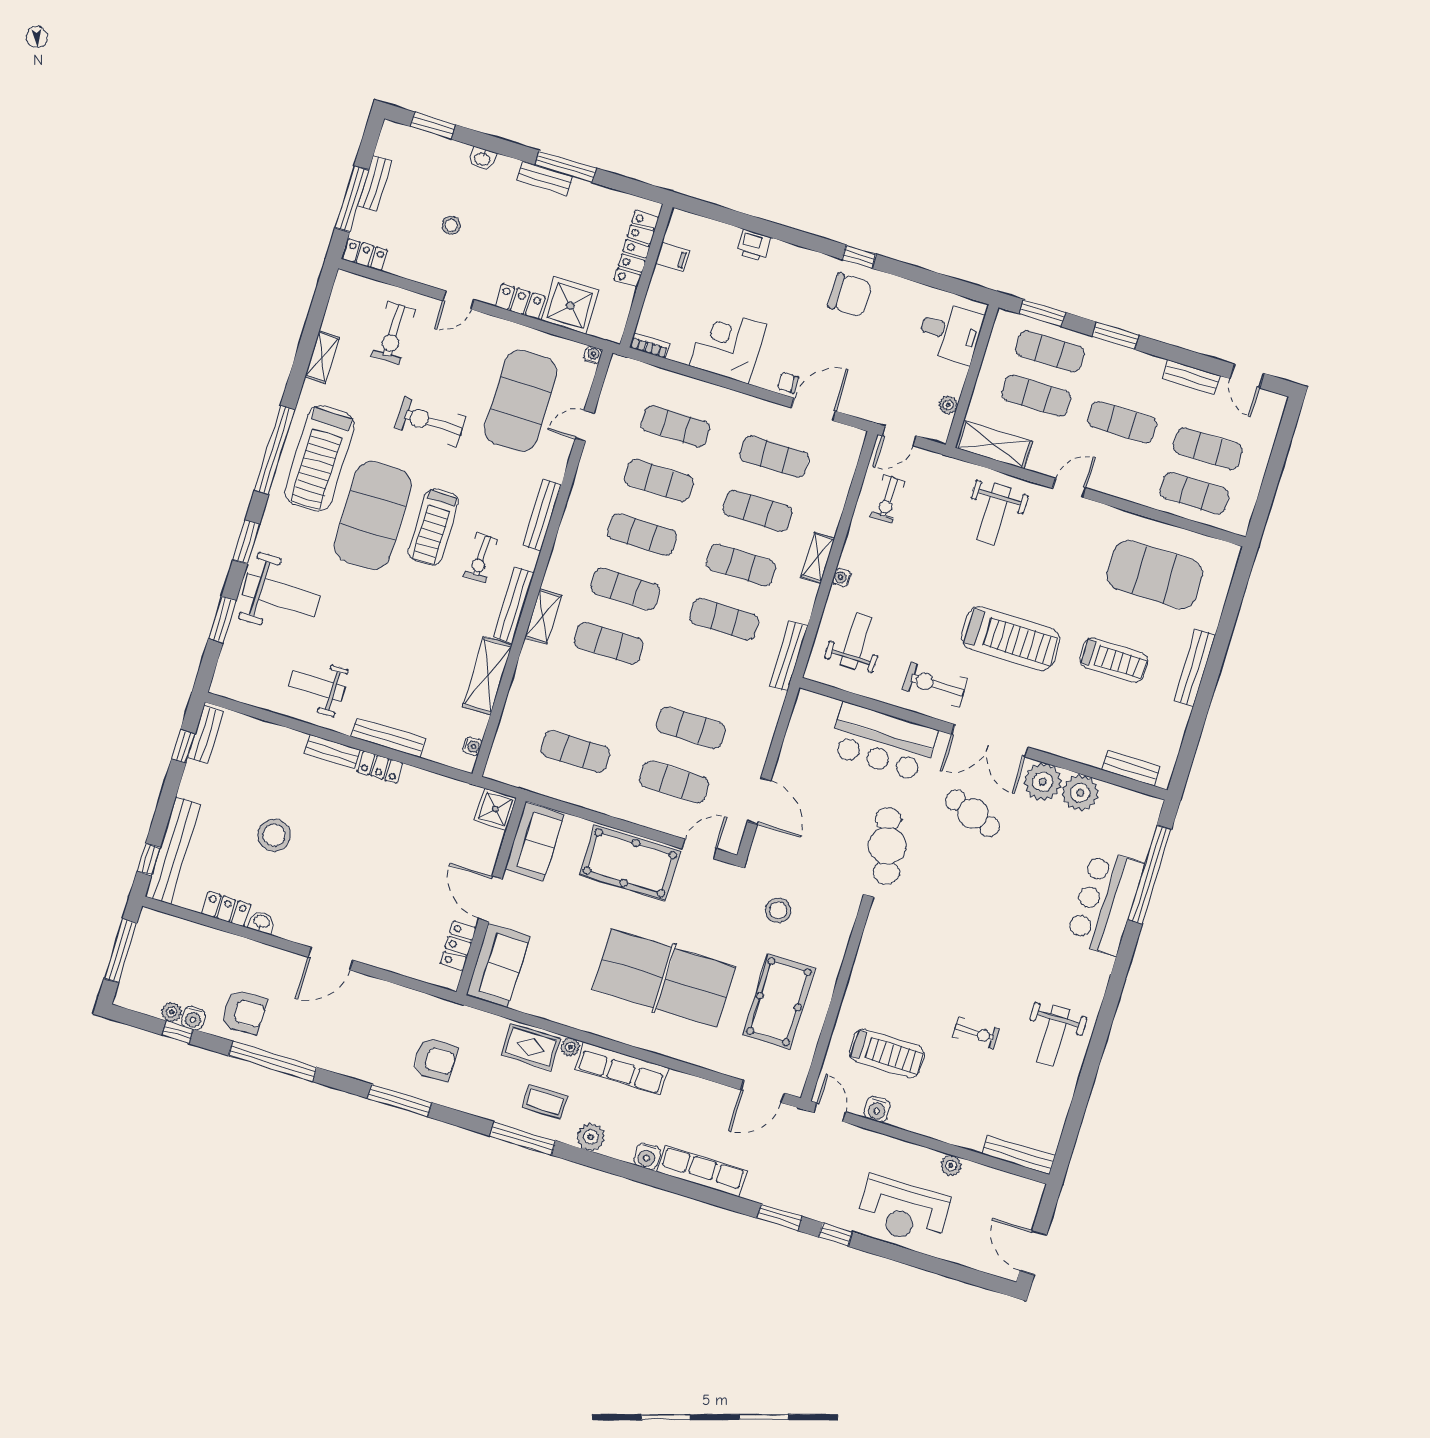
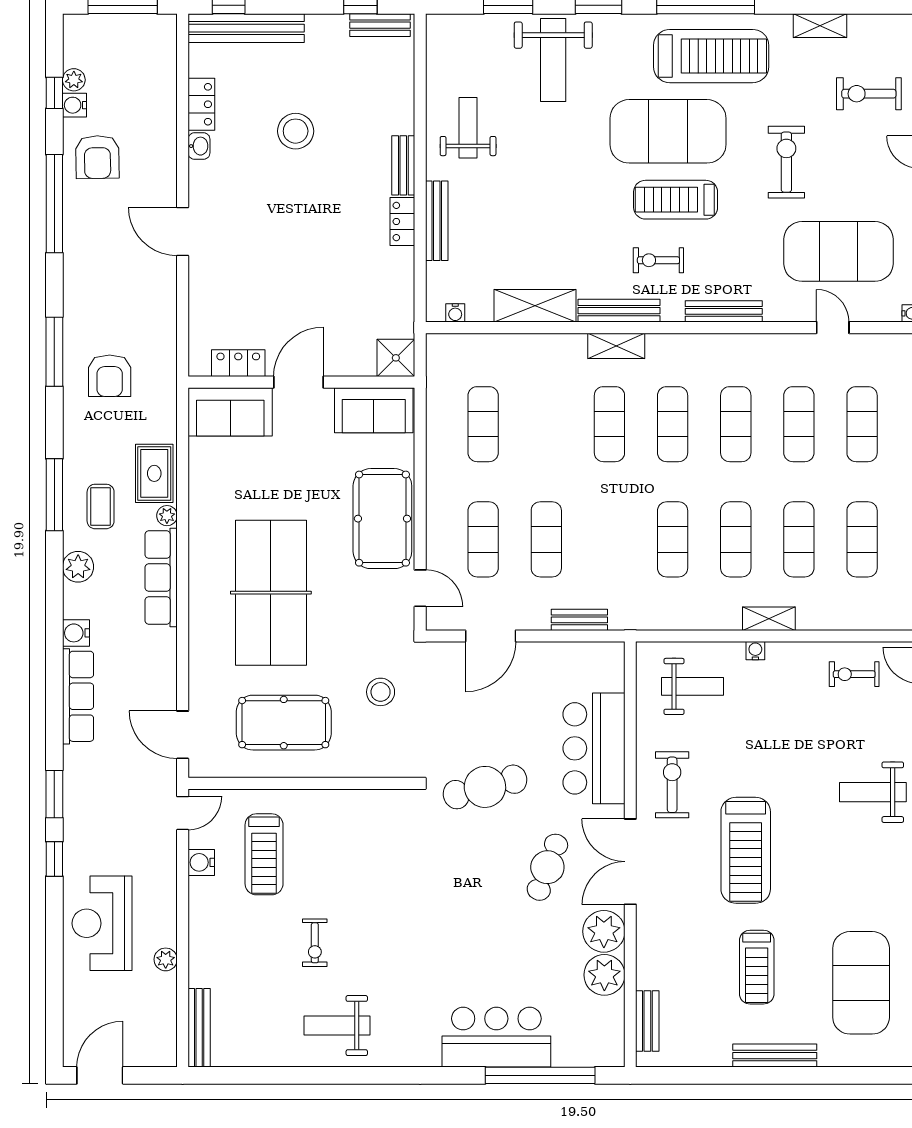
treadmill: (319, 458) -> (711, 56), turned 180
bench: (789, 656) -> (579, 620), moved, width x0.73

